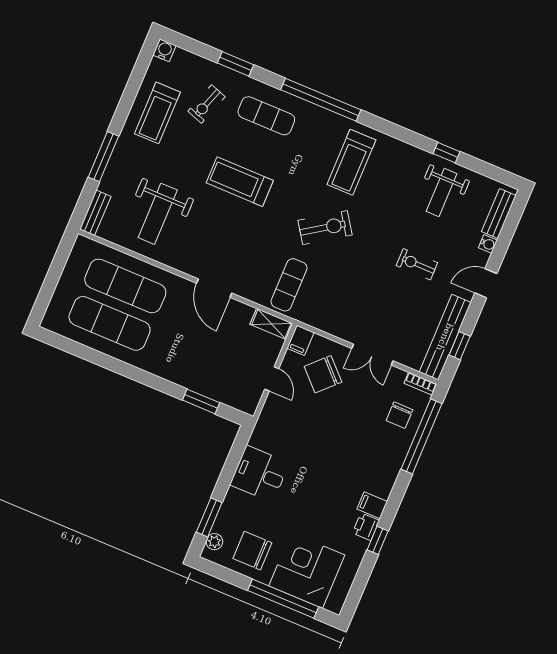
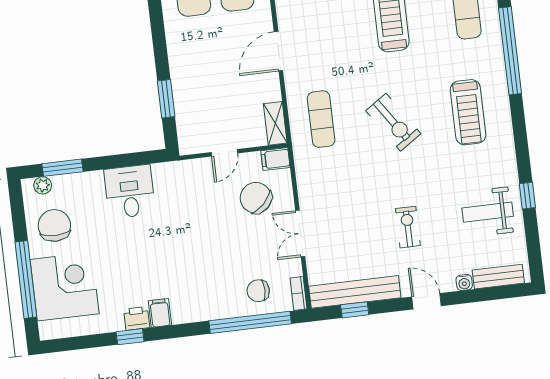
treadmill: (351, 162) -> (468, 112), turned -90
exercise mat: (289, 285) -> (321, 119), turned 90

